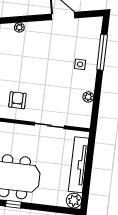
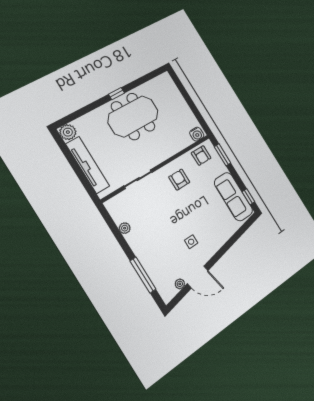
plant: (19, 27) -> (180, 284), moved
side table: (80, 64) -> (191, 242), moved
armchair: (17, 100) -> (179, 180), turned 180

